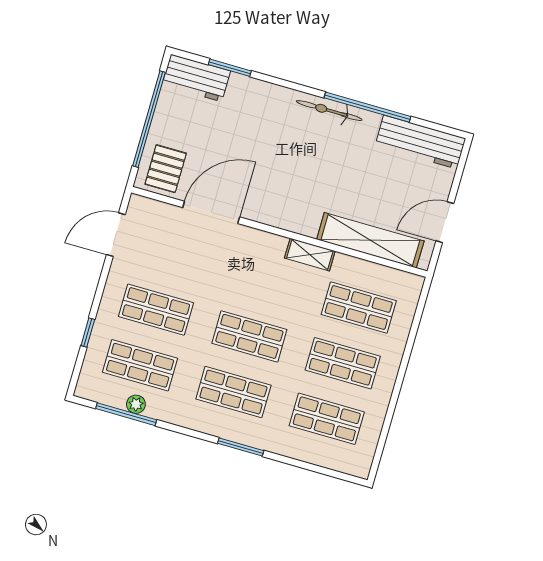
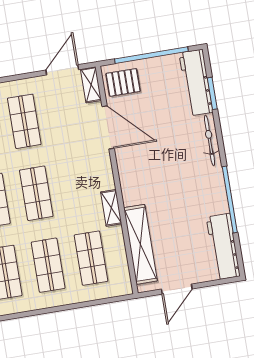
workbench: (196, 78) -> (196, 83), width x1.38
bicycle: (329, 111) -> (210, 140), moved
shelving: (150, 209) -> (91, 85), added
door: (445, 222) -> (177, 289), swing flipped
door: (116, 235) -> (62, 70), hinge flipped

